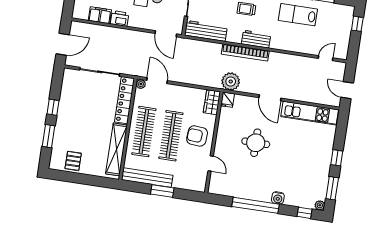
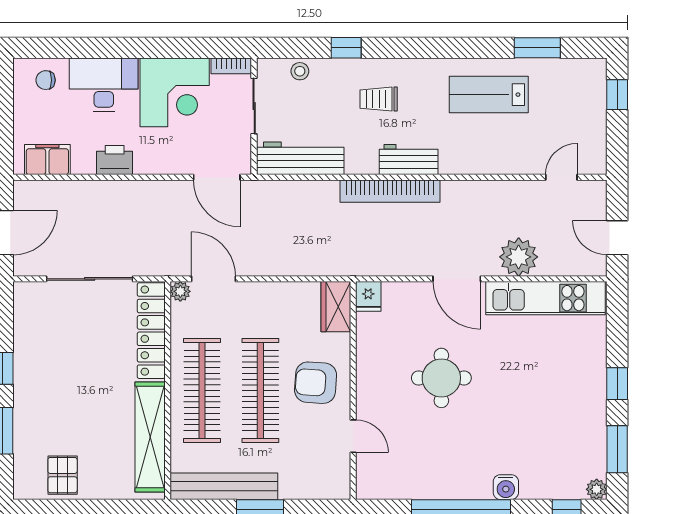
filing cabinet: (100, 15) -> (47, 160), moved
plant: (231, 82) -> (519, 257), moved

